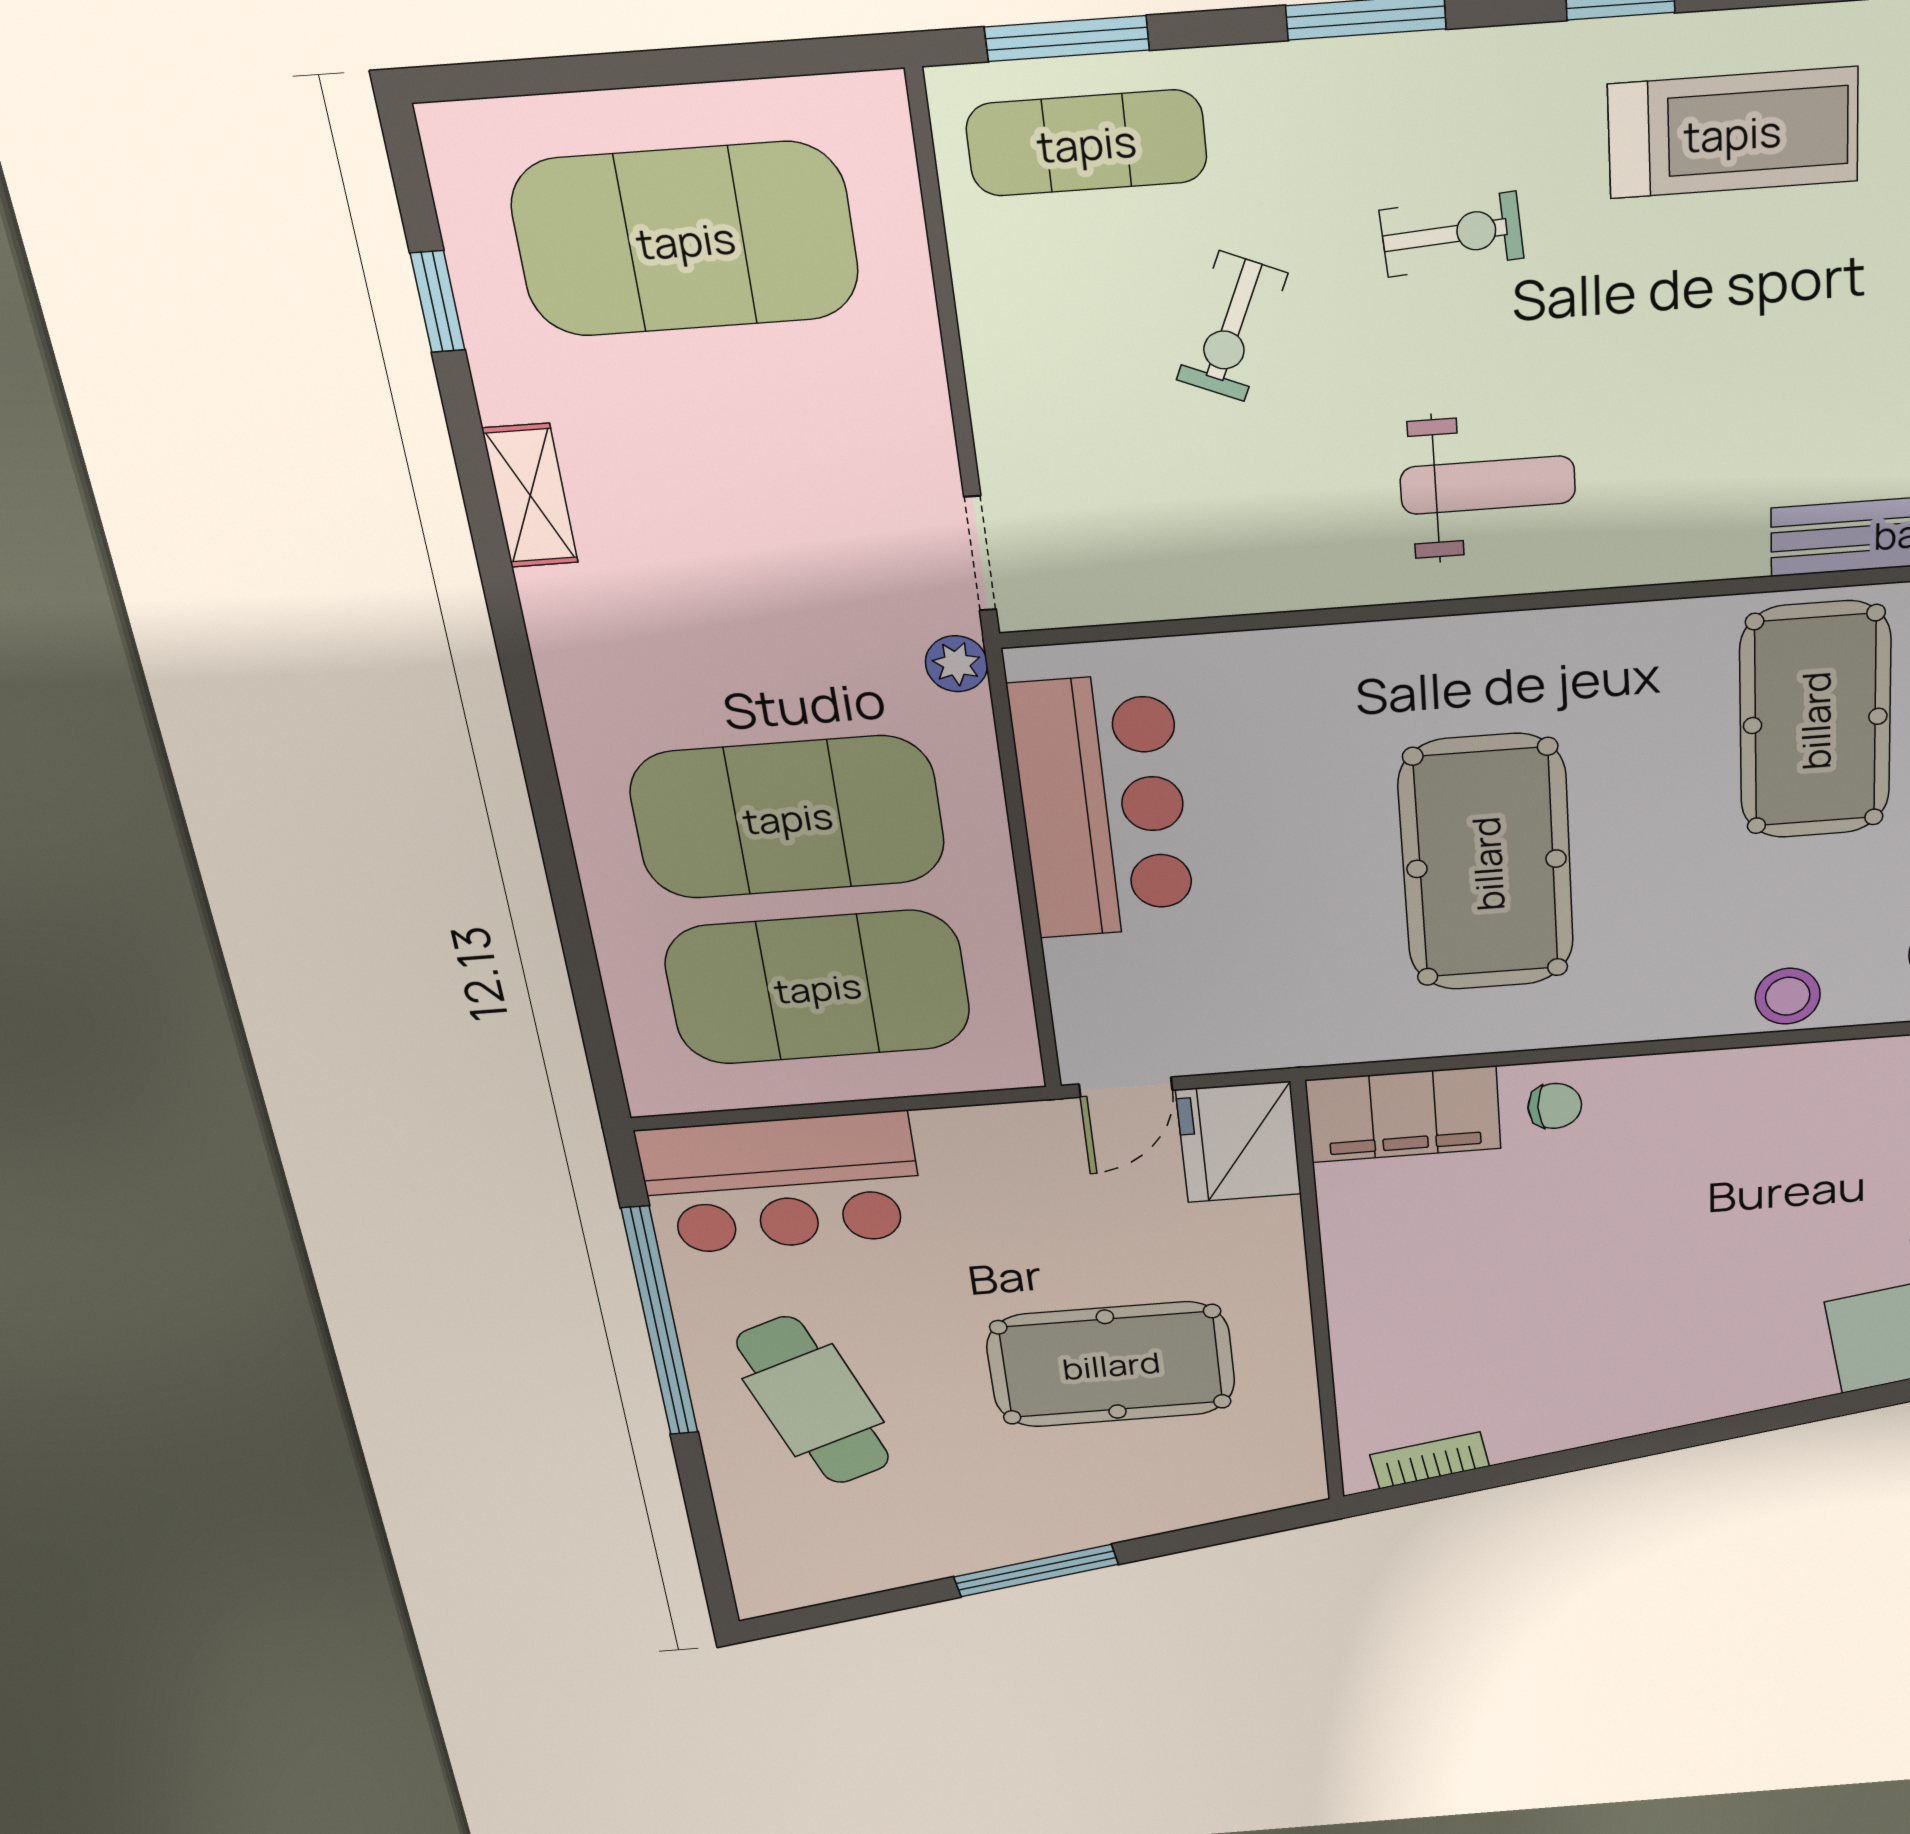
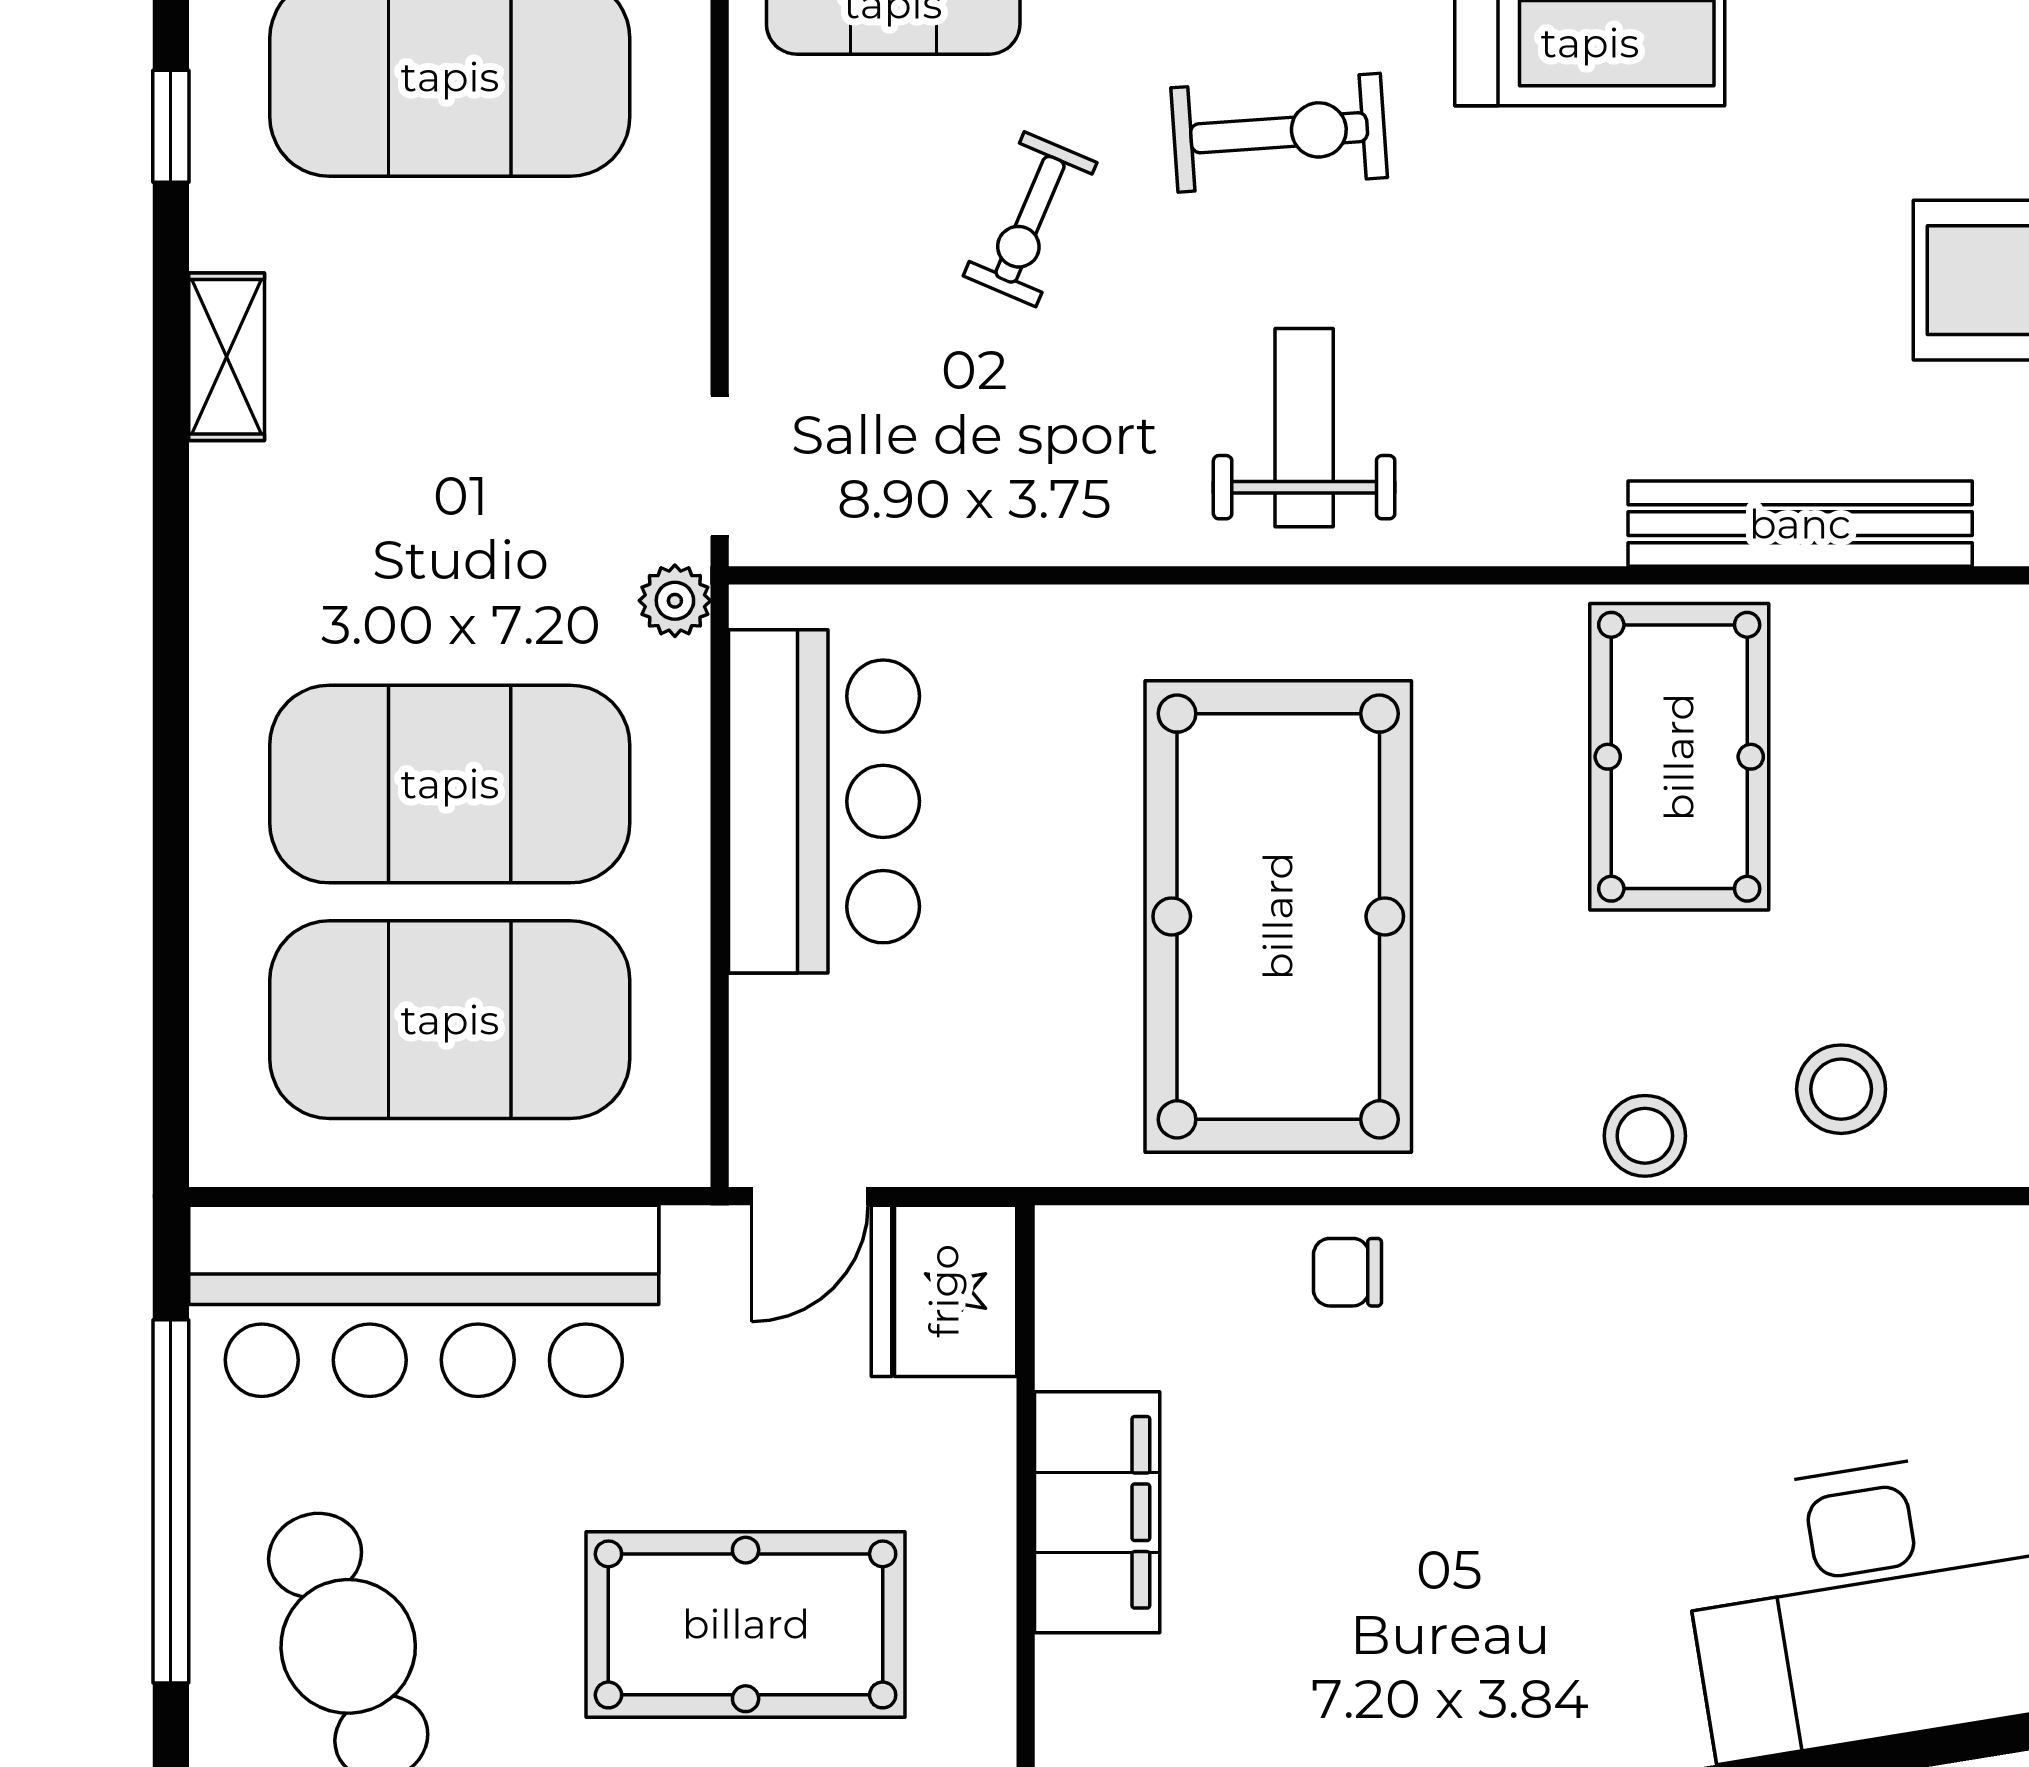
exercise bike: (1452, 234) -> (1279, 133), width x1.38, depth x1.39
weight bench: (1488, 485) -> (1304, 428), turned -90
pool table: (1487, 864) -> (1278, 916), width x1.36, depth x1.32
chair: (1555, 1106) -> (1347, 1272), turned 180
filing cabinet: (1404, 1114) -> (1097, 1512), moved, turned -90
bar counter: (782, 1183) -> (424, 1301), width x1.36

